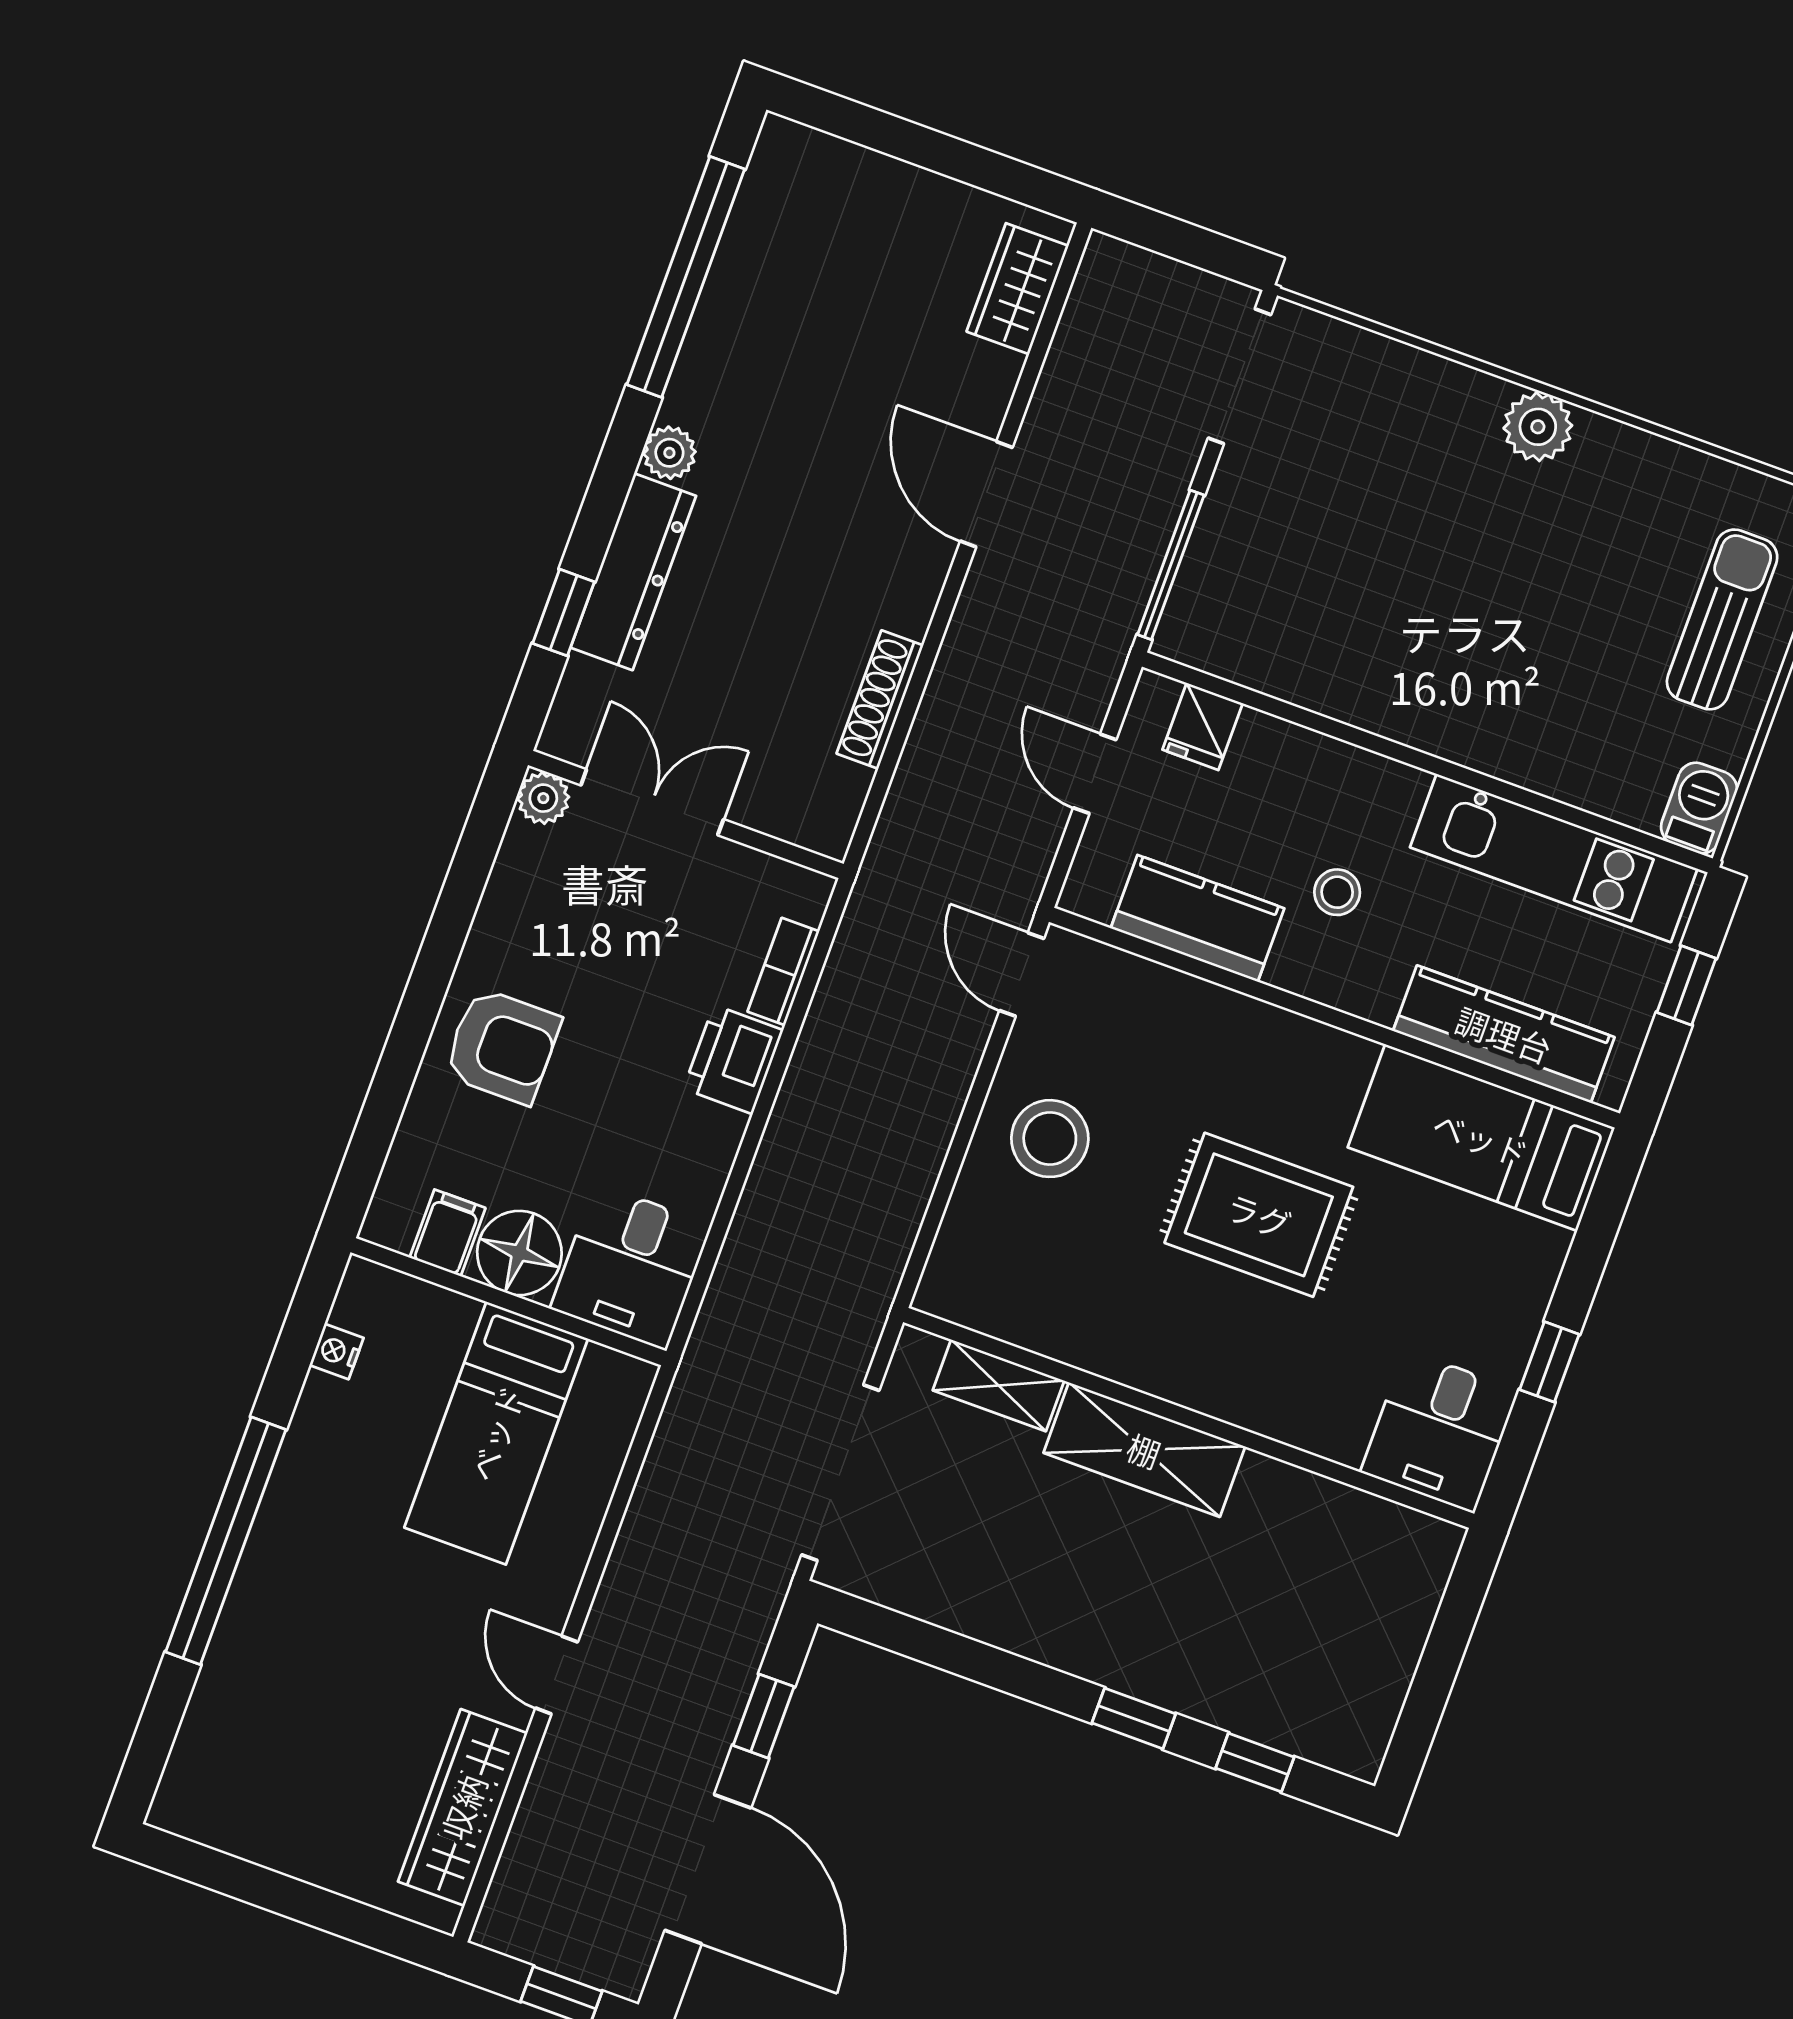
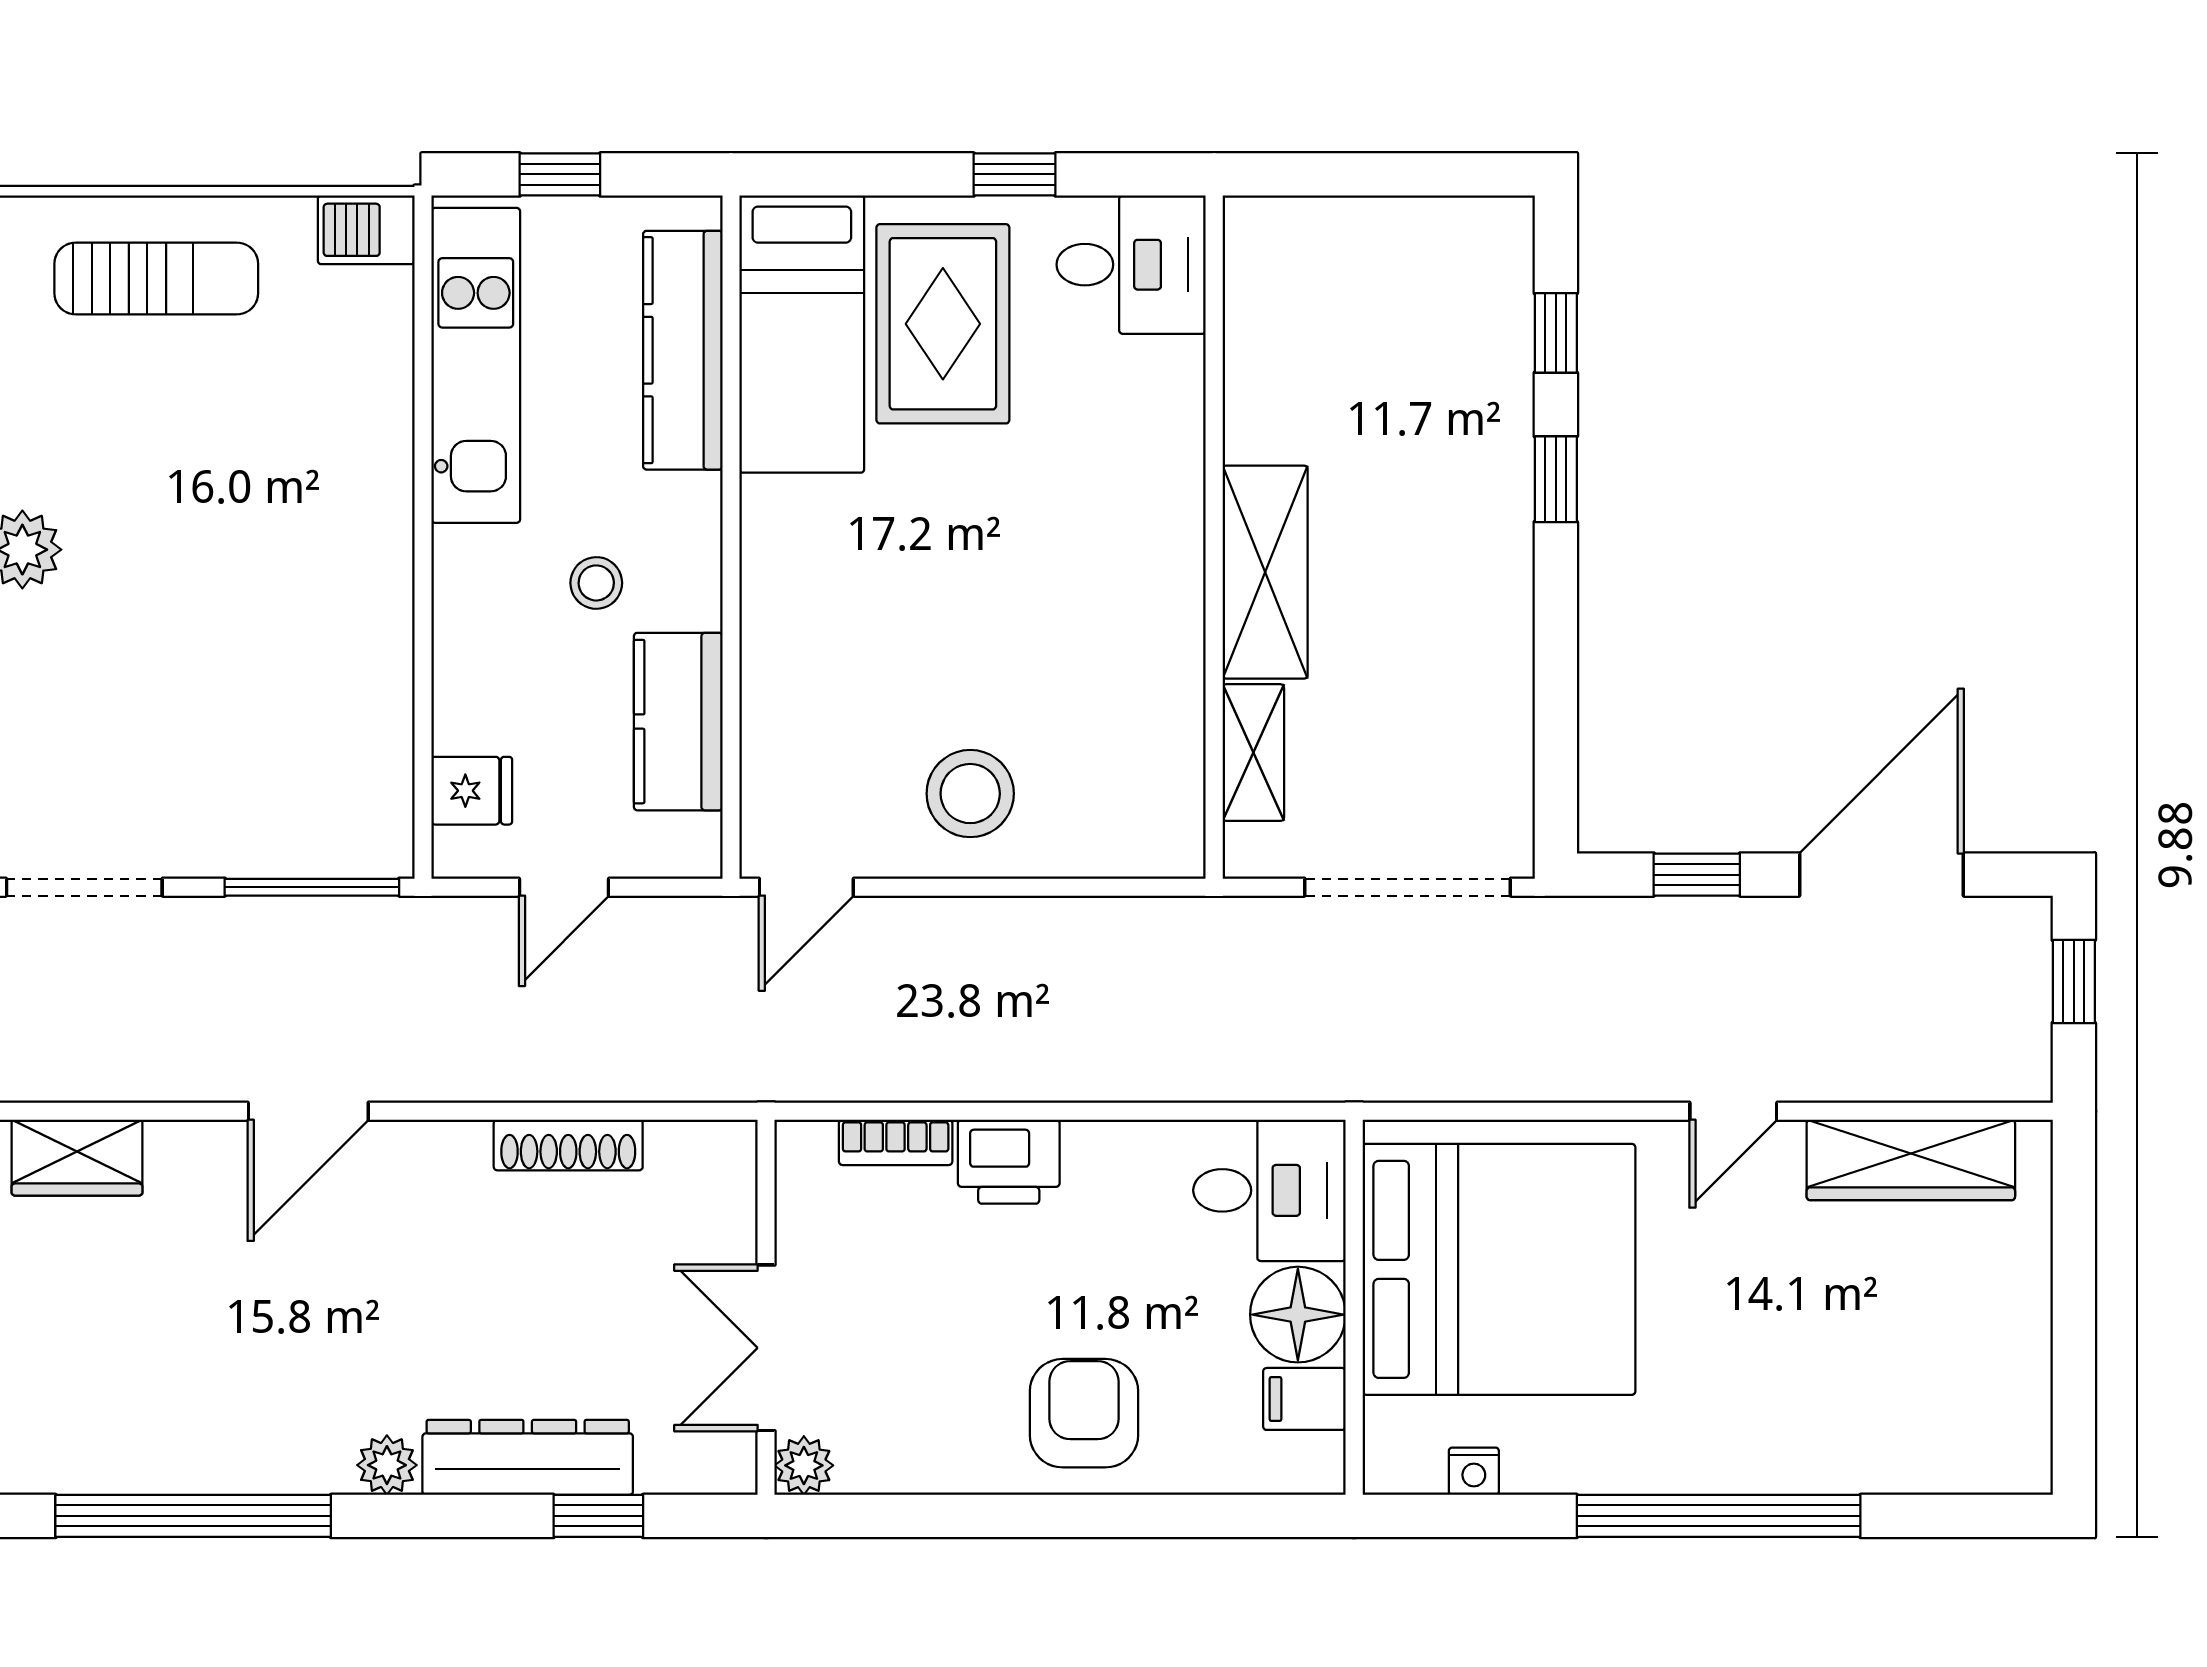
sun lounger: (1722, 619) -> (156, 278), turned 180
rug: (1259, 1215) -> (943, 324), moved
bed: (496, 1433) -> (1499, 1269), width x2.04

